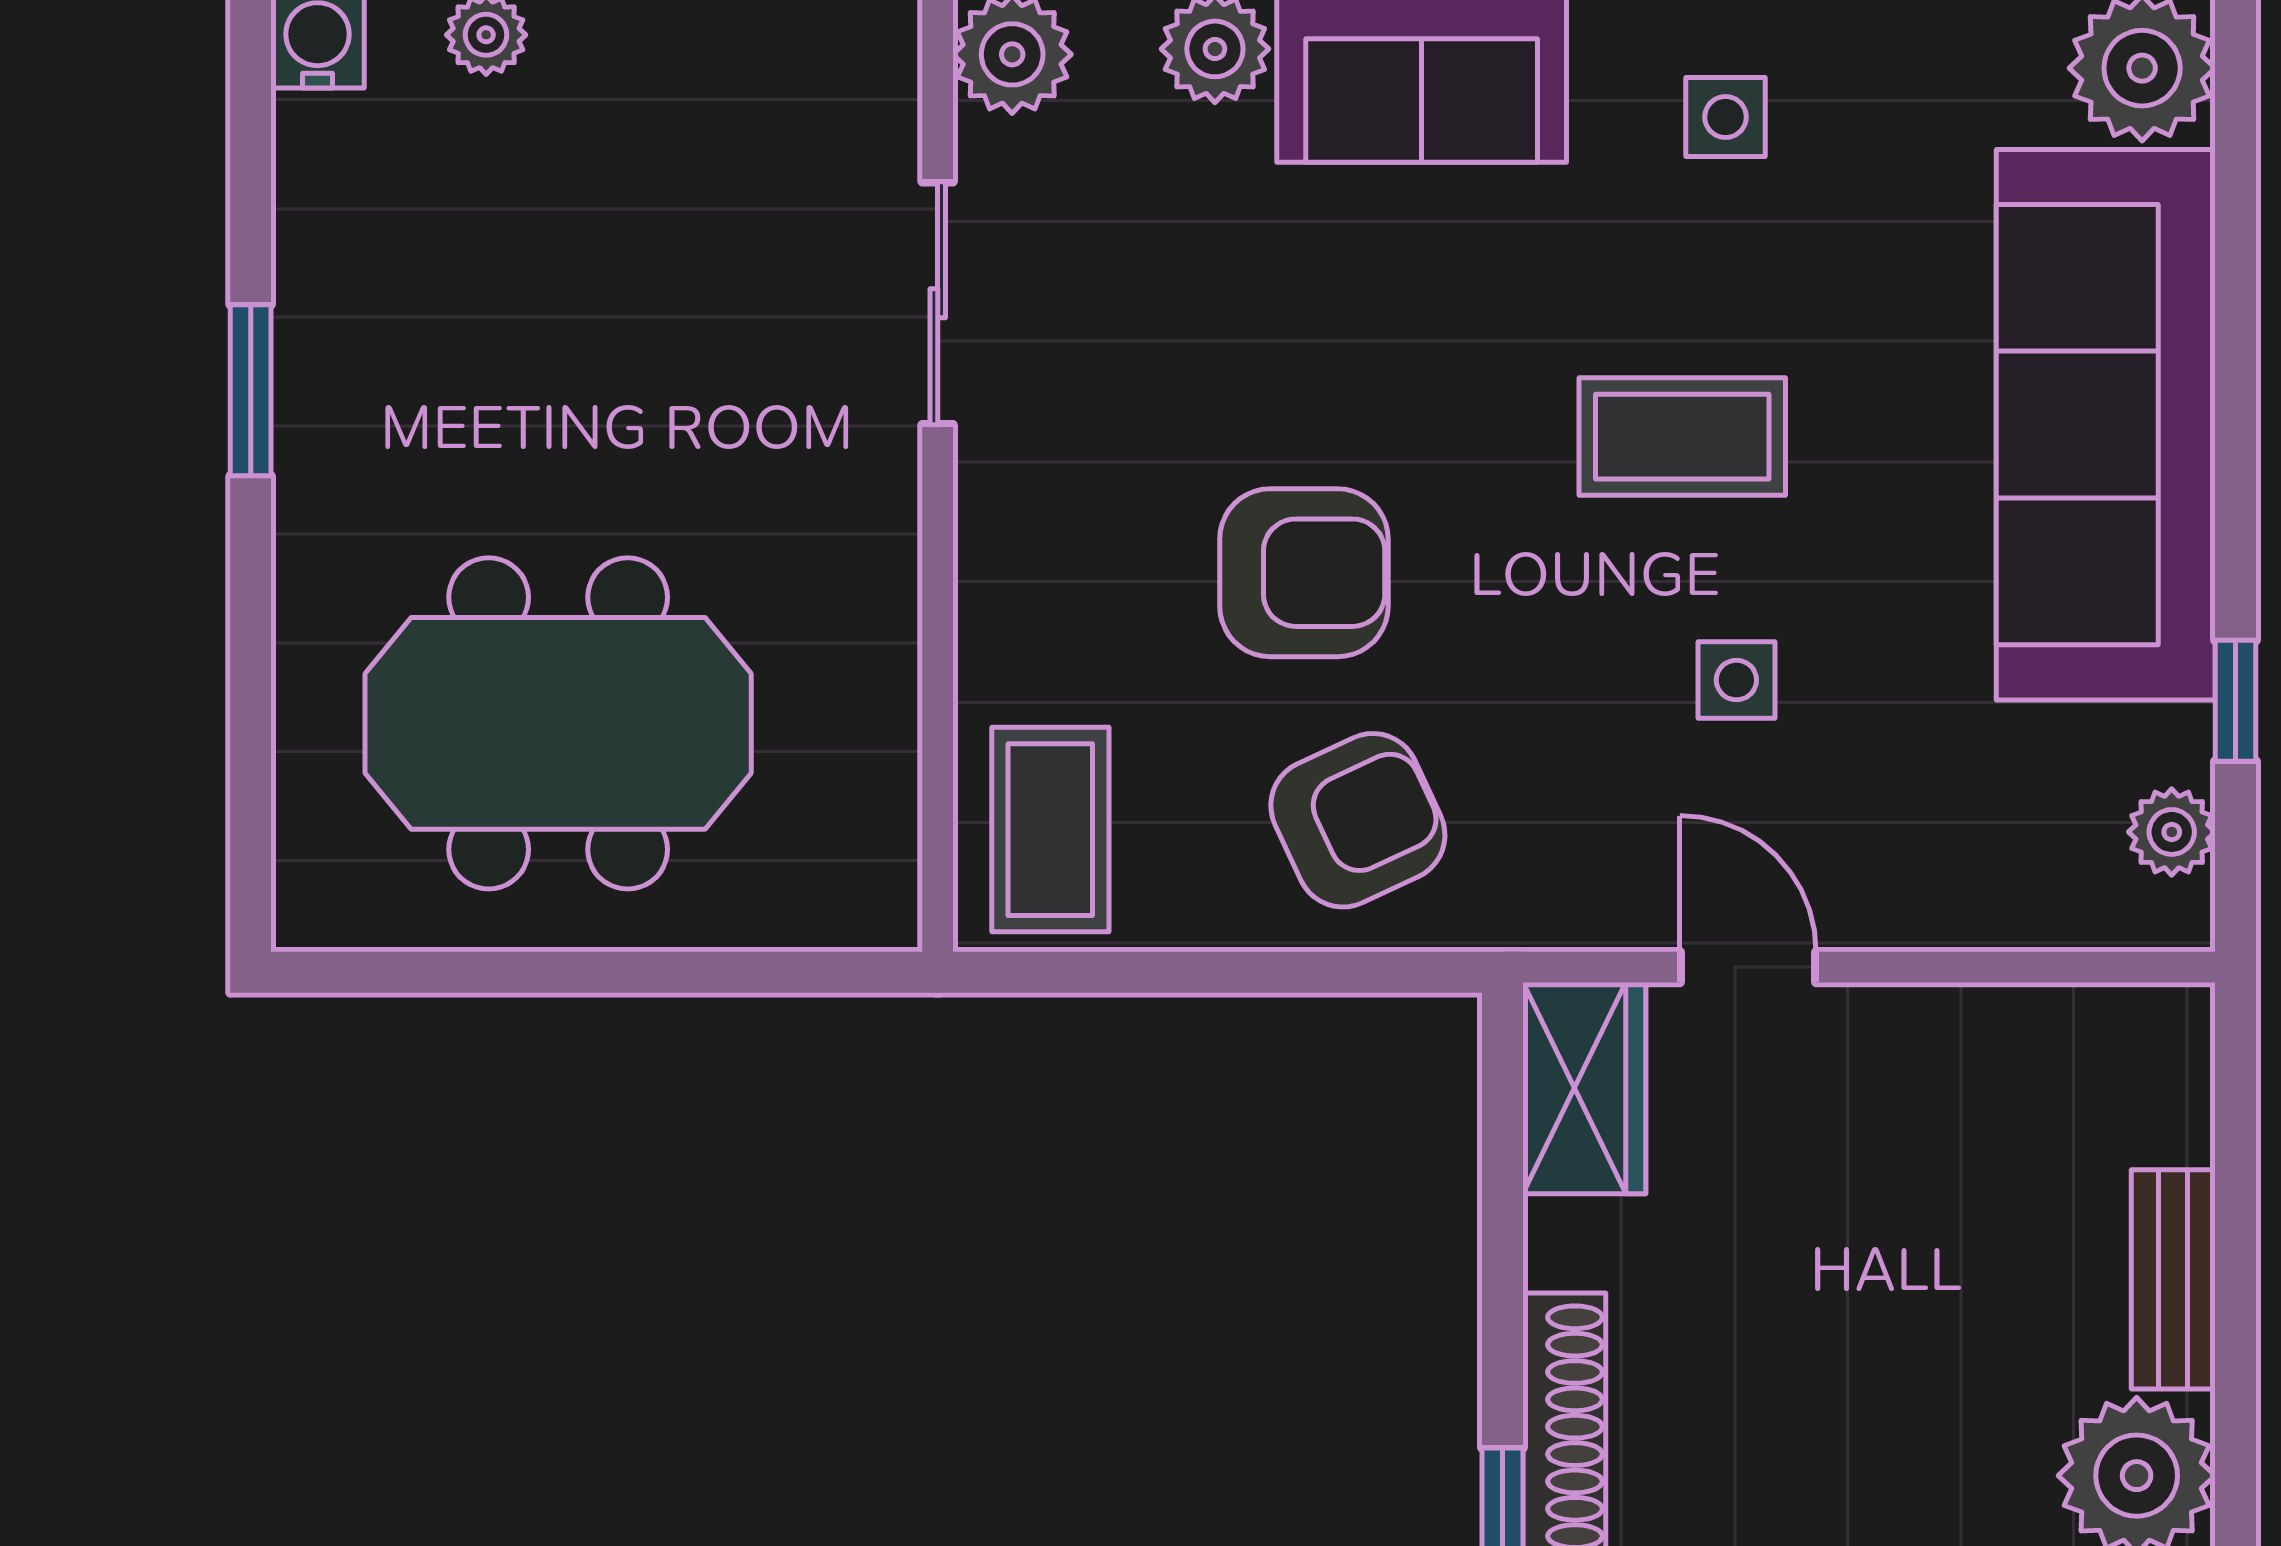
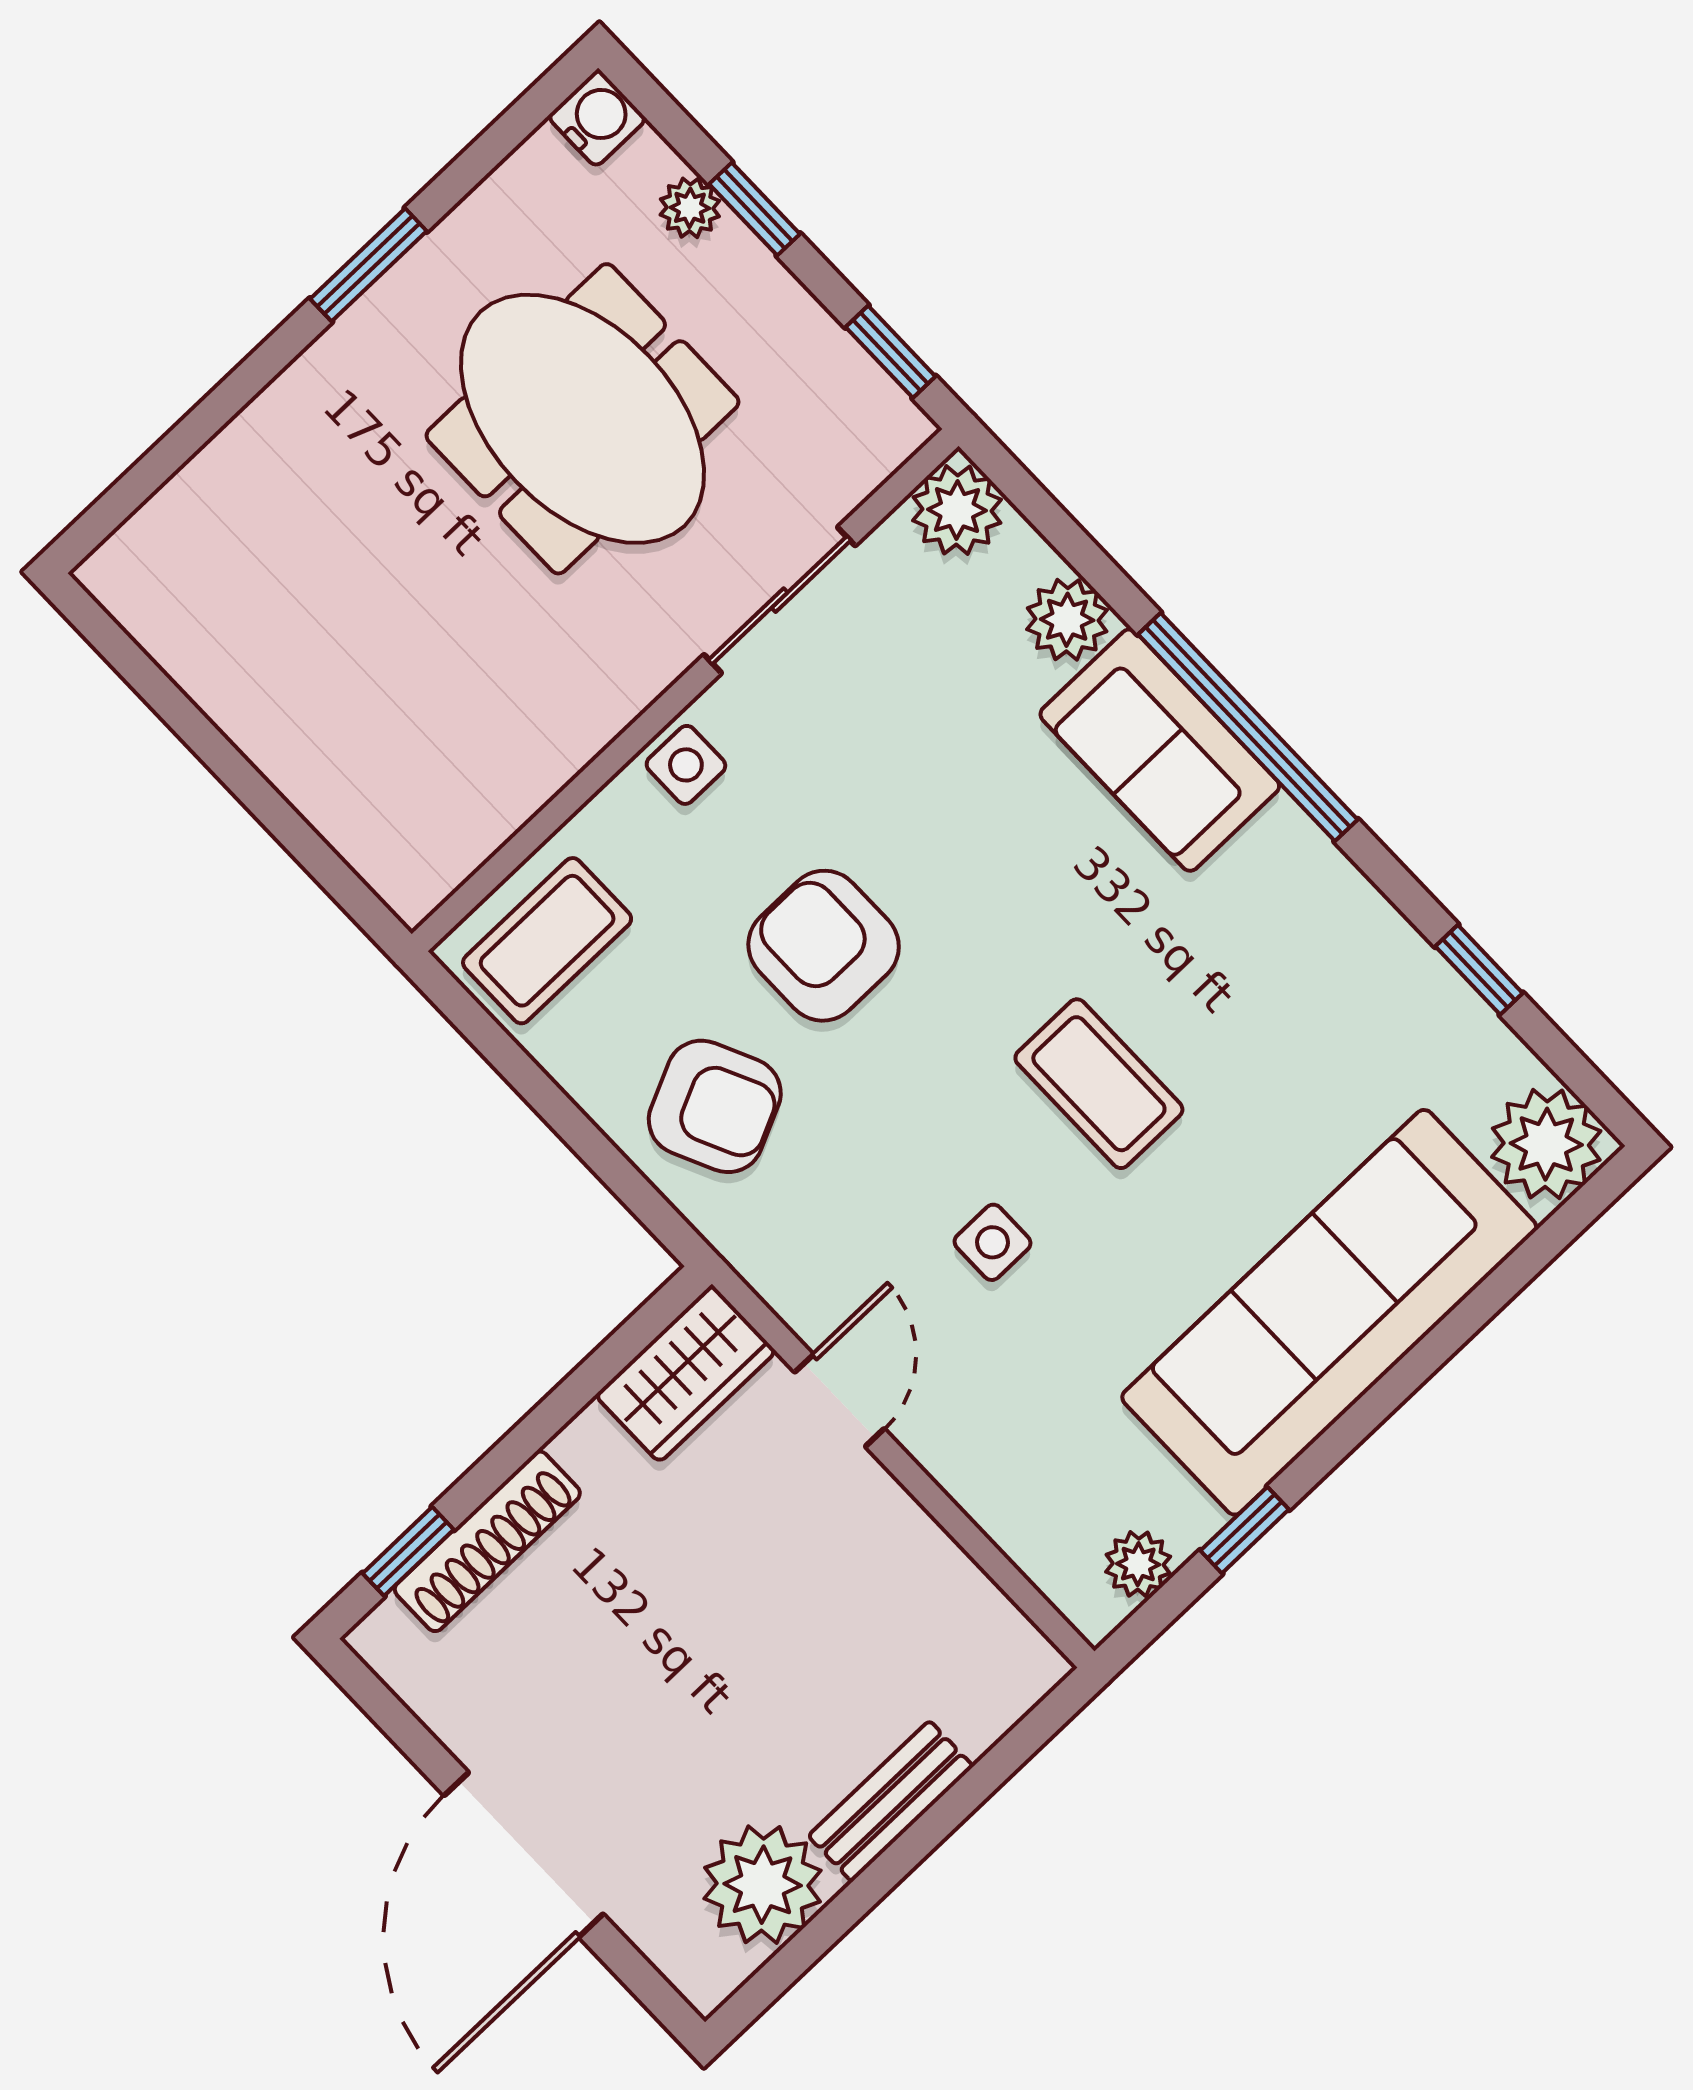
side table: (1726, 117) -> (686, 765), moved
armchair: (1304, 573) -> (824, 946), turned 180
meeting table: (558, 723) -> (583, 419), moved

